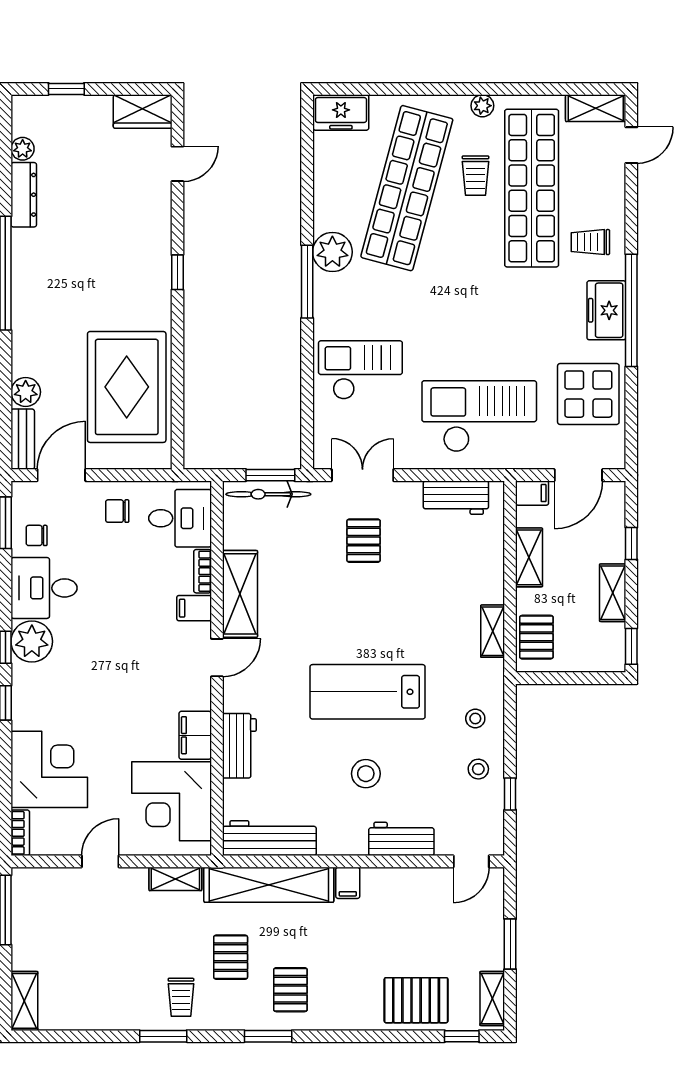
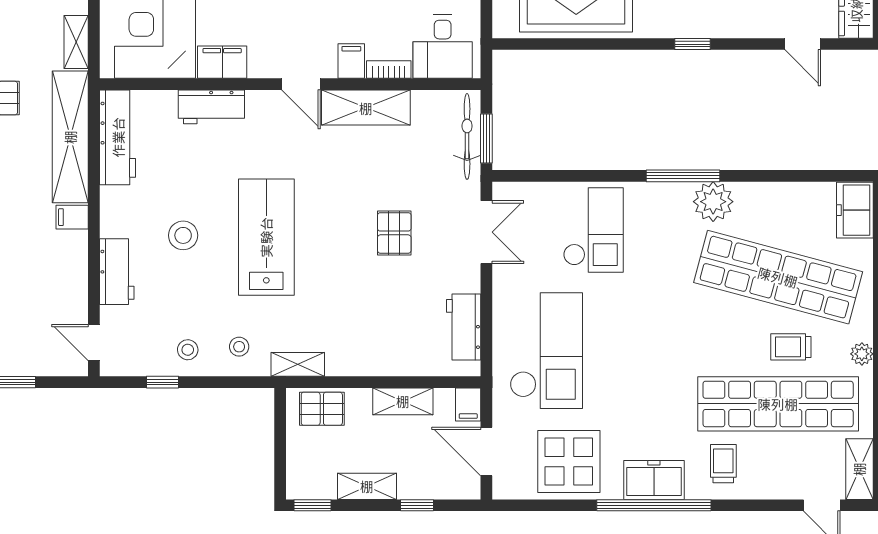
pallet: (364, 541) -> (394, 233), moved, turned 90
shelving: (493, 631) -> (298, 364), moved

